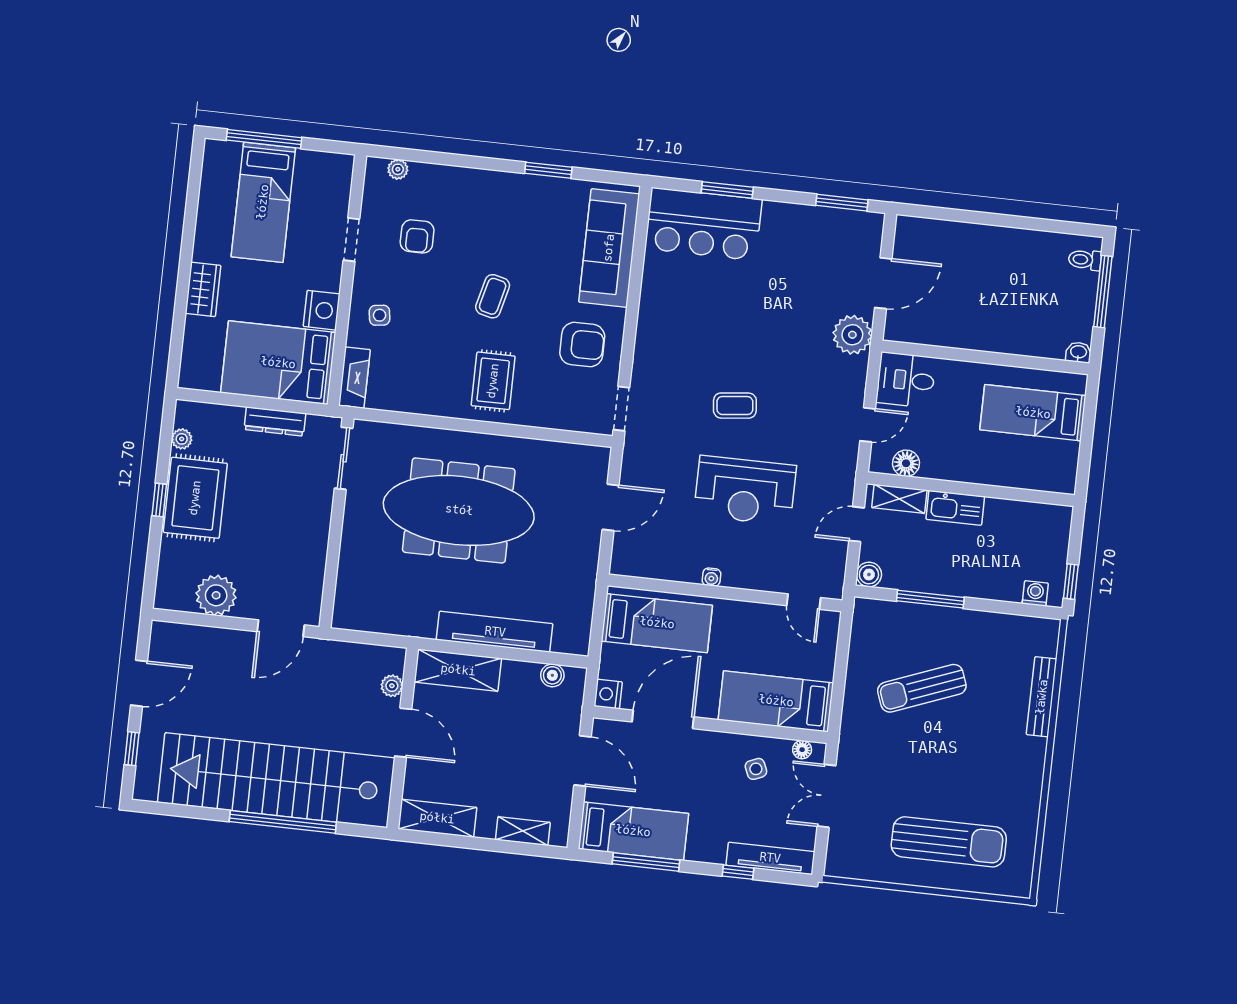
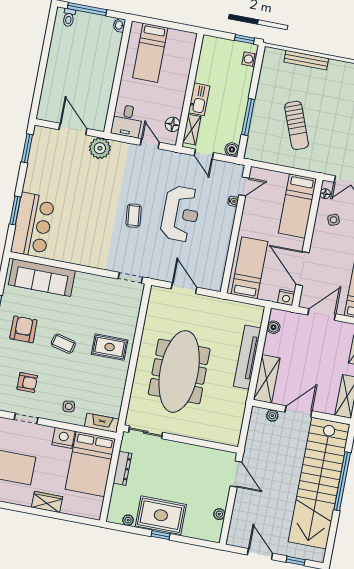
armchair: (582, 344) -> (23, 329), moved
water cooler: (711, 577) -> (233, 201), moved
plant: (216, 595) -> (219, 514), width x0.53, depth x0.53

